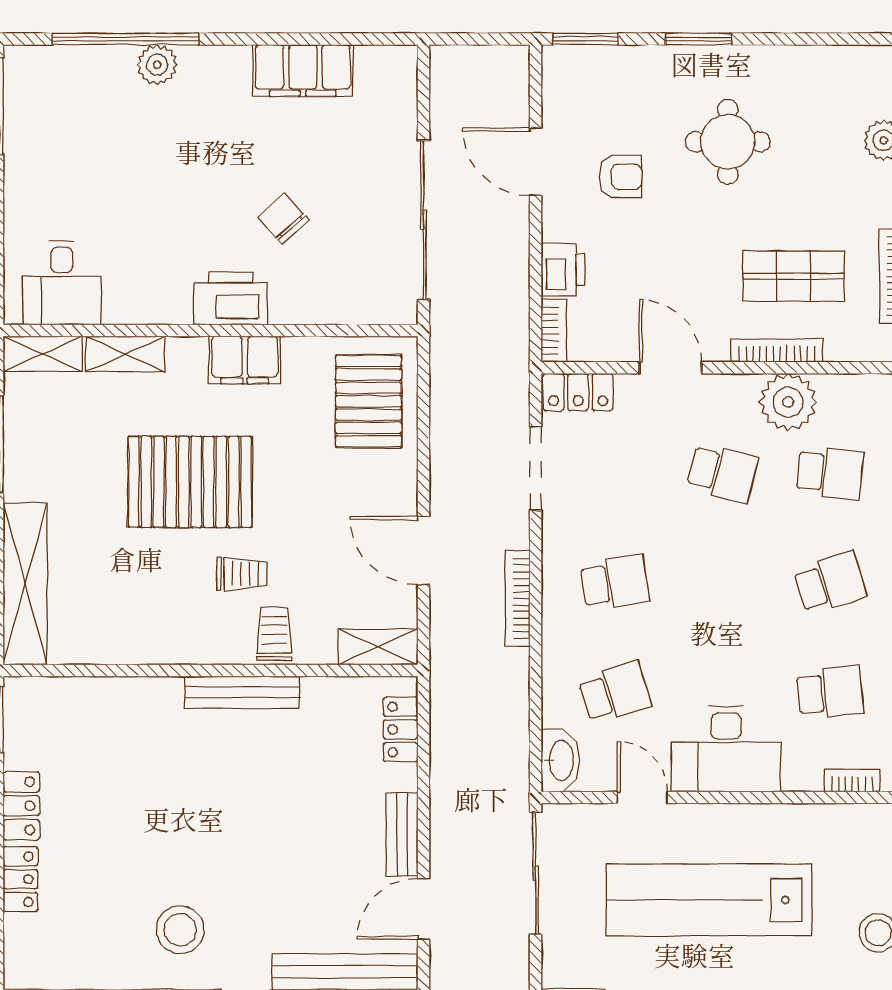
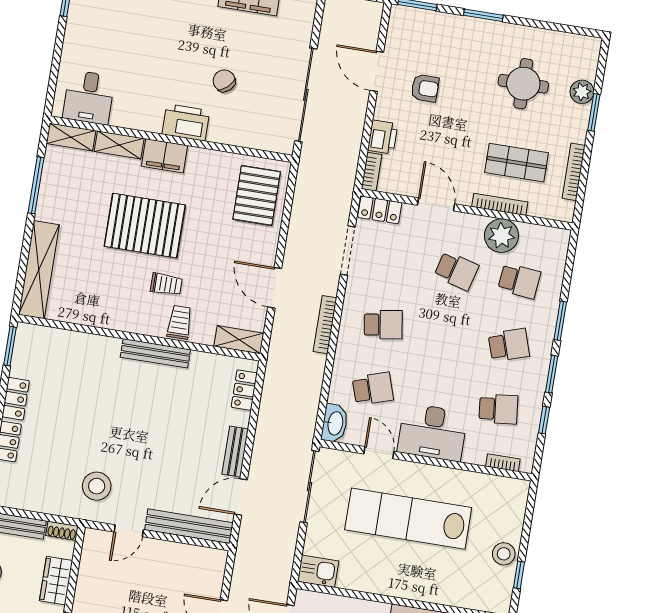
round table: (728, 142) -> (523, 84), moved
filing cabinet: (245, 360) -> (164, 156), moved

